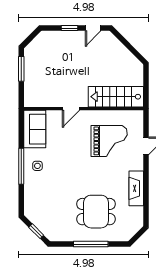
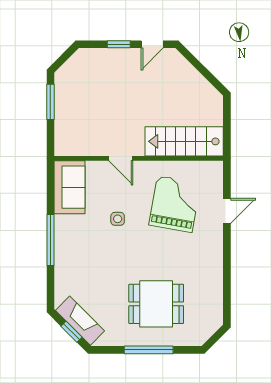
door: (71, 109) -> (121, 158), hinge flipped
grand piano: (109, 141) -> (175, 204), turned -80
side table: (37, 166) -> (118, 219), moved
fireplace: (136, 188) -> (80, 321), moved, turned 135

